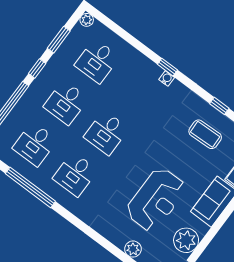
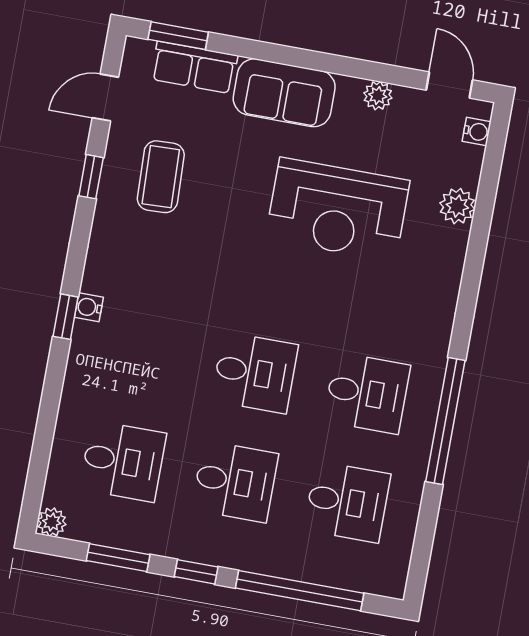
window: (30, 187) -> (445, 421), moved
reception desk: (156, 200) -> (338, 210), turned 180
plant: (186, 240) -> (378, 96), width x0.53, depth x0.53

